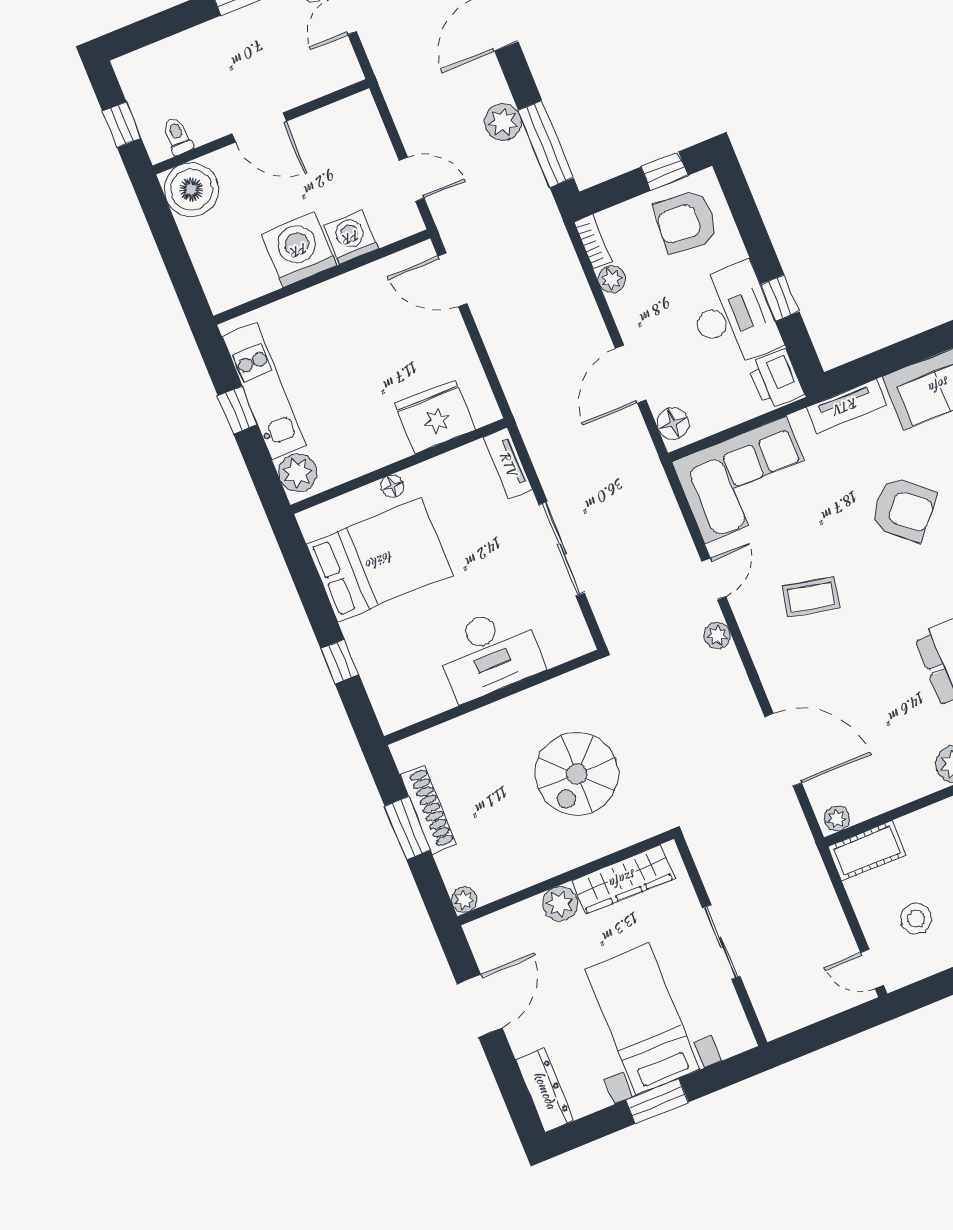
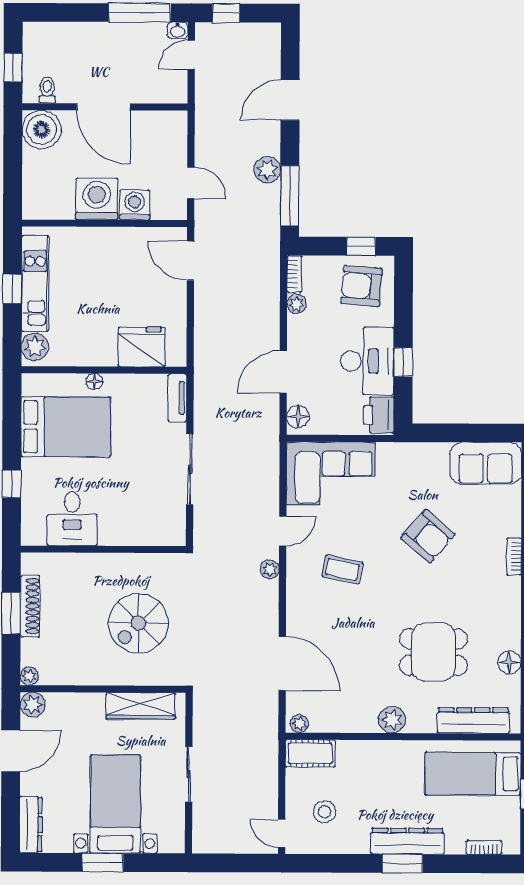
door: (259, 128) -> (104, 107), width x1.36
tv unit: (846, 406) -> (418, 452), removed
desk: (489, 653) -> (72, 519), moved, width x0.73
plant: (560, 904) -> (33, 705), moved

